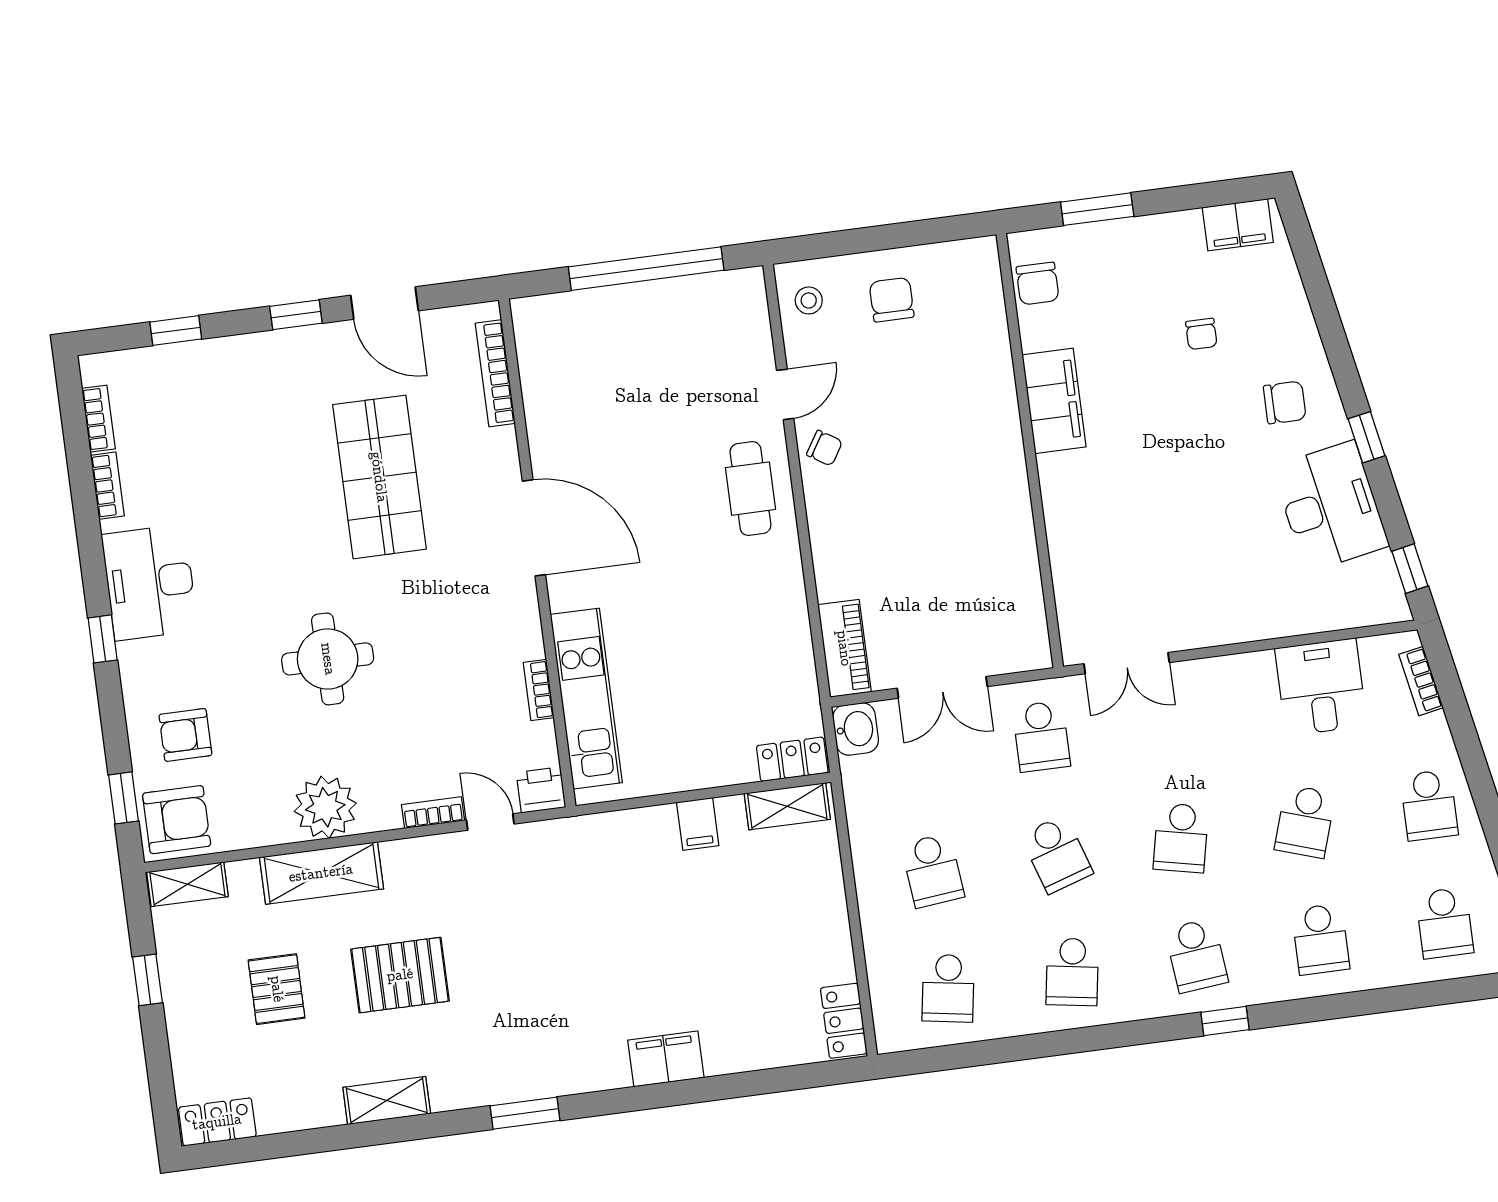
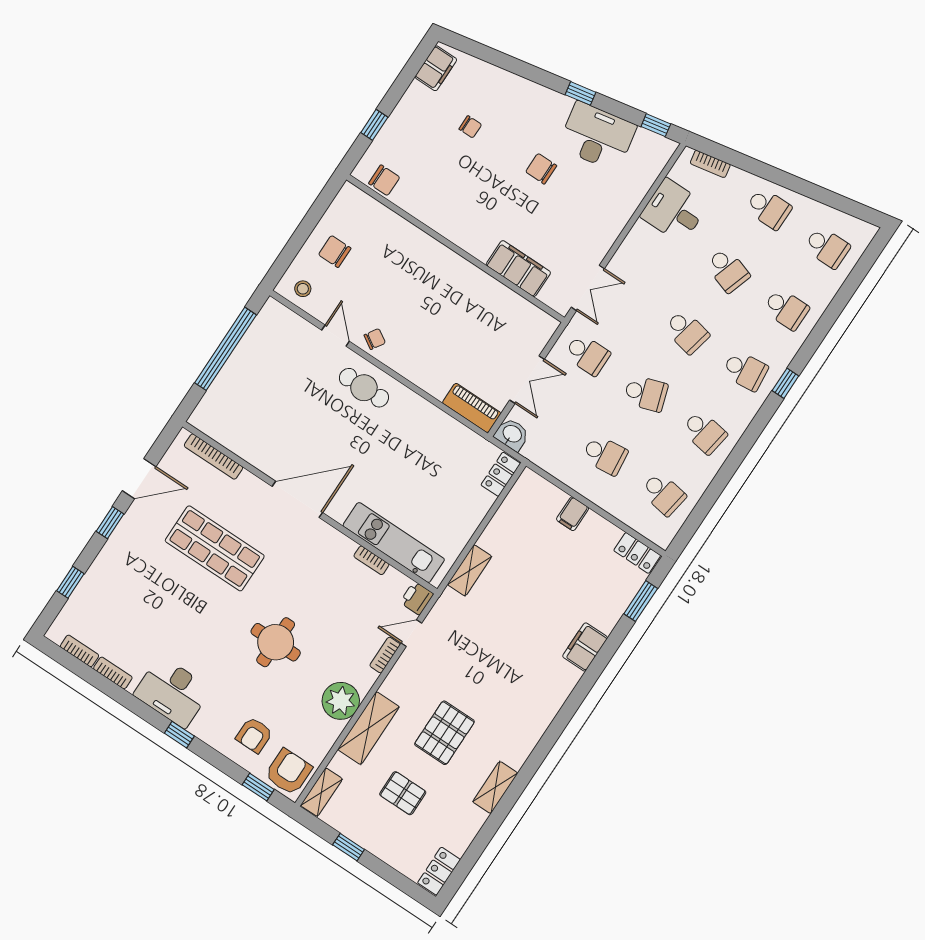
window: (1097, 209) -> (374, 125), width x0.67
filing cabinet: (1054, 401) -> (518, 269), moved
chair: (1285, 402) -> (541, 169), moved, turned -90
shelving: (787, 806) -> (470, 570), moved
filing cabinet: (698, 824) -> (573, 514), moved, turned 90
window: (525, 1113) -> (641, 601), moved

